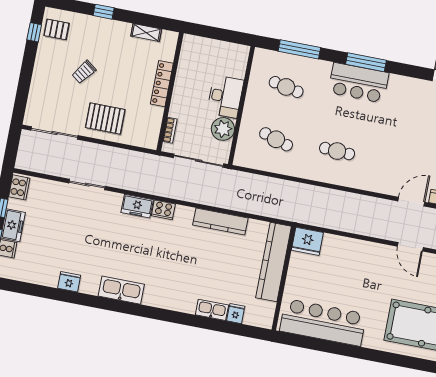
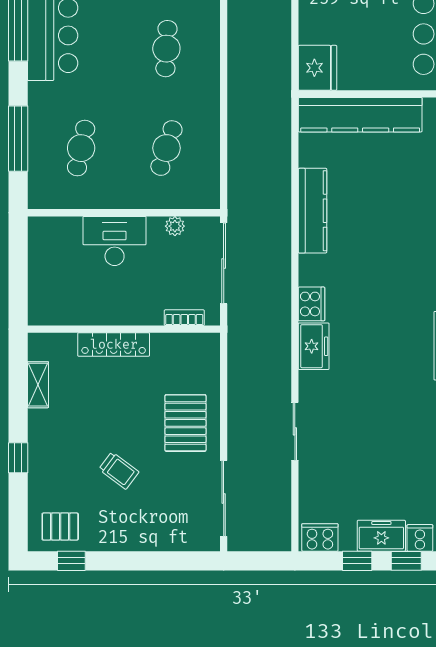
pallet: (57, 29) -> (60, 527), turned 90
plant: (223, 129) -> (175, 226), width x0.53, depth x0.53

